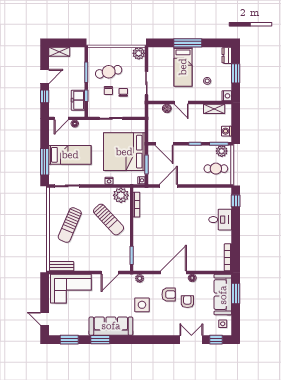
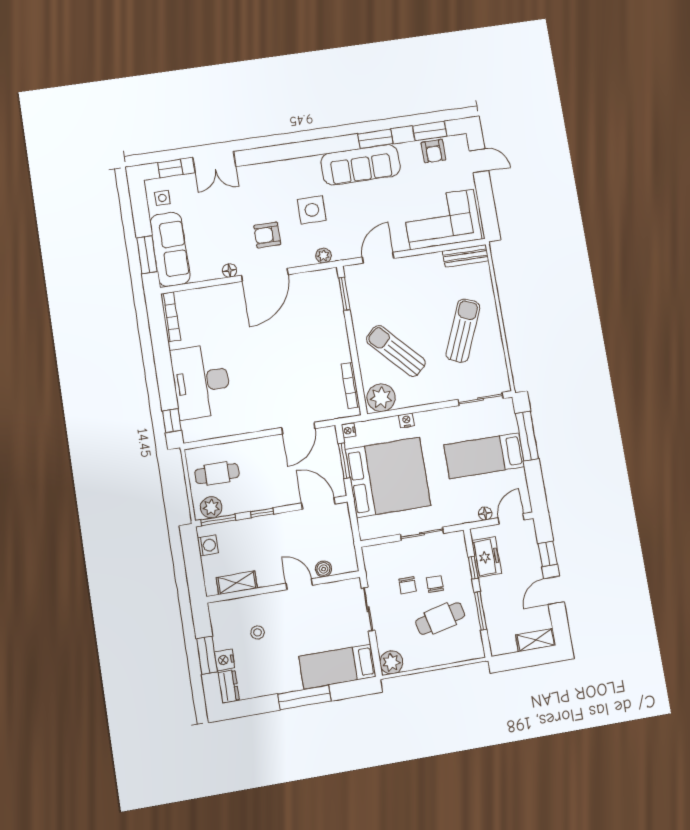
bed: (183, 67) -> (337, 667), moved, turned -90
nightstand: (227, 96) -> (225, 660), moved
desk: (220, 220) -> (201, 381), width x1.87, depth x1.30
armchair: (187, 302) -> (433, 151), moved

